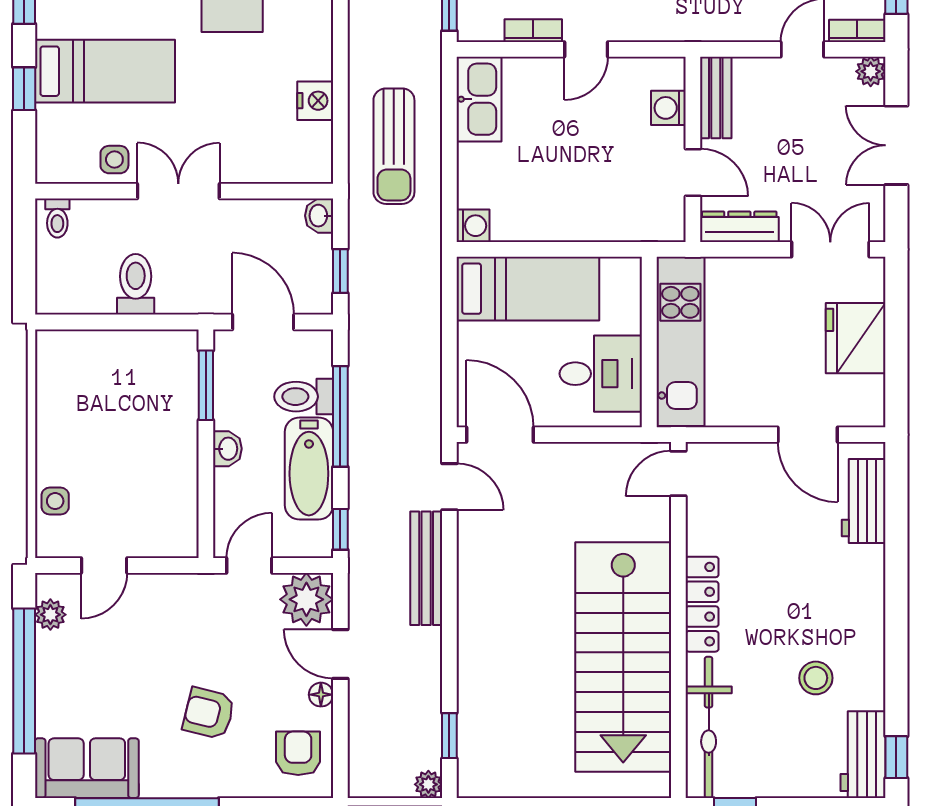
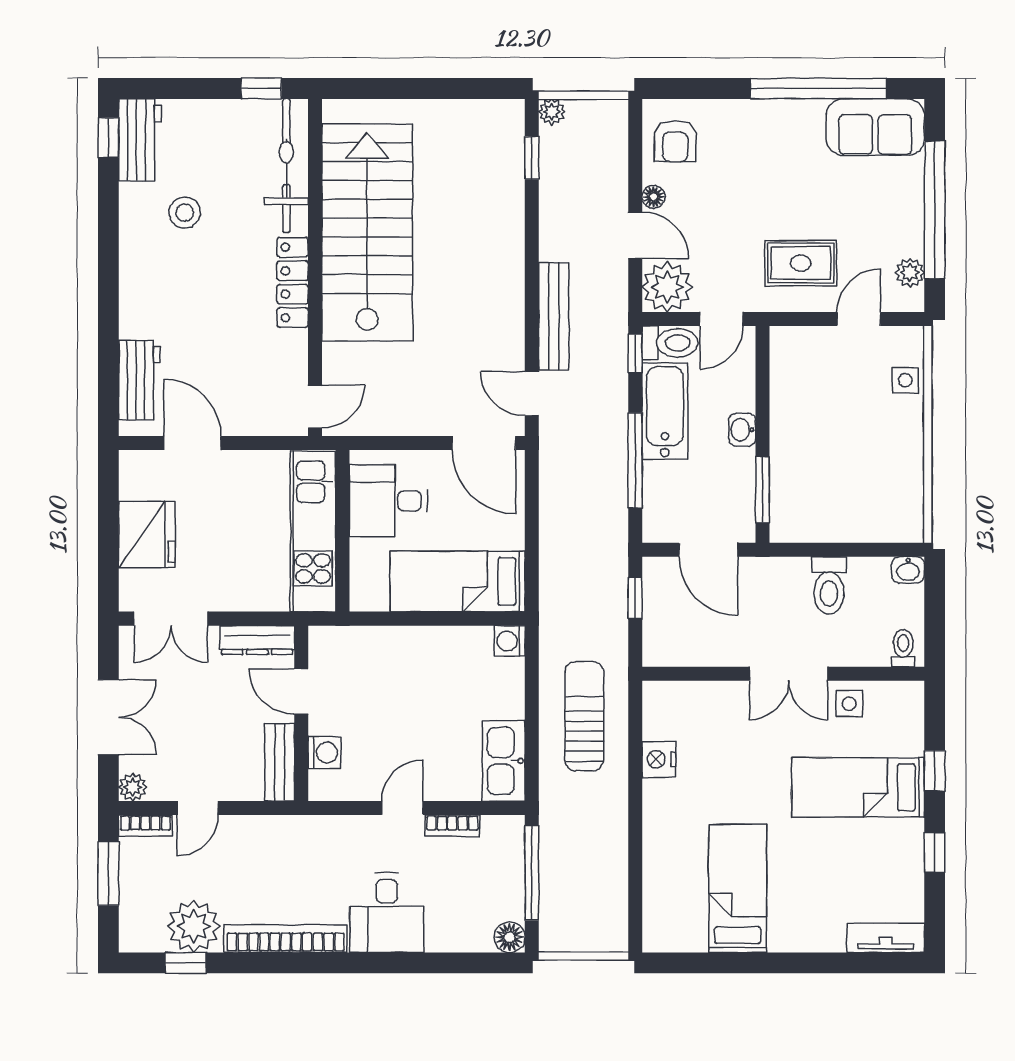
washbasin: (319, 216) -> (908, 570), moved, turned 90
toilet: (304, 397) -> (670, 343), moved
rug: (165, 625) -> (801, 263), added
armchair: (209, 713) -> (760, 179), removed

